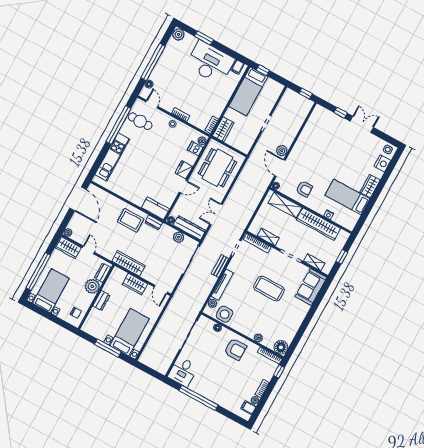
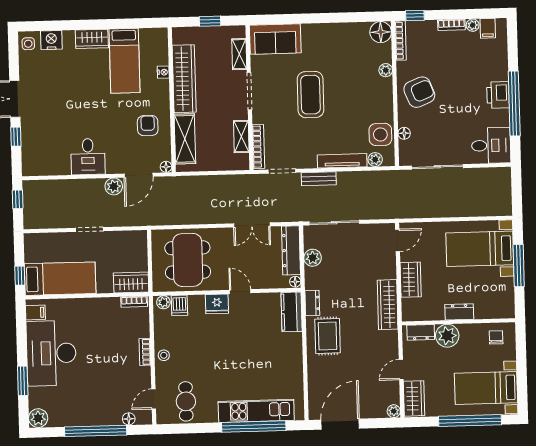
window: (119, 125) -> (254, 427), moved
desk: (306, 146) -> (88, 157), added
dining table: (217, 168) -> (188, 260), turned 90
armchair: (235, 349) -> (419, 92), turned 68
printer: (208, 392) -> (498, 95), added

